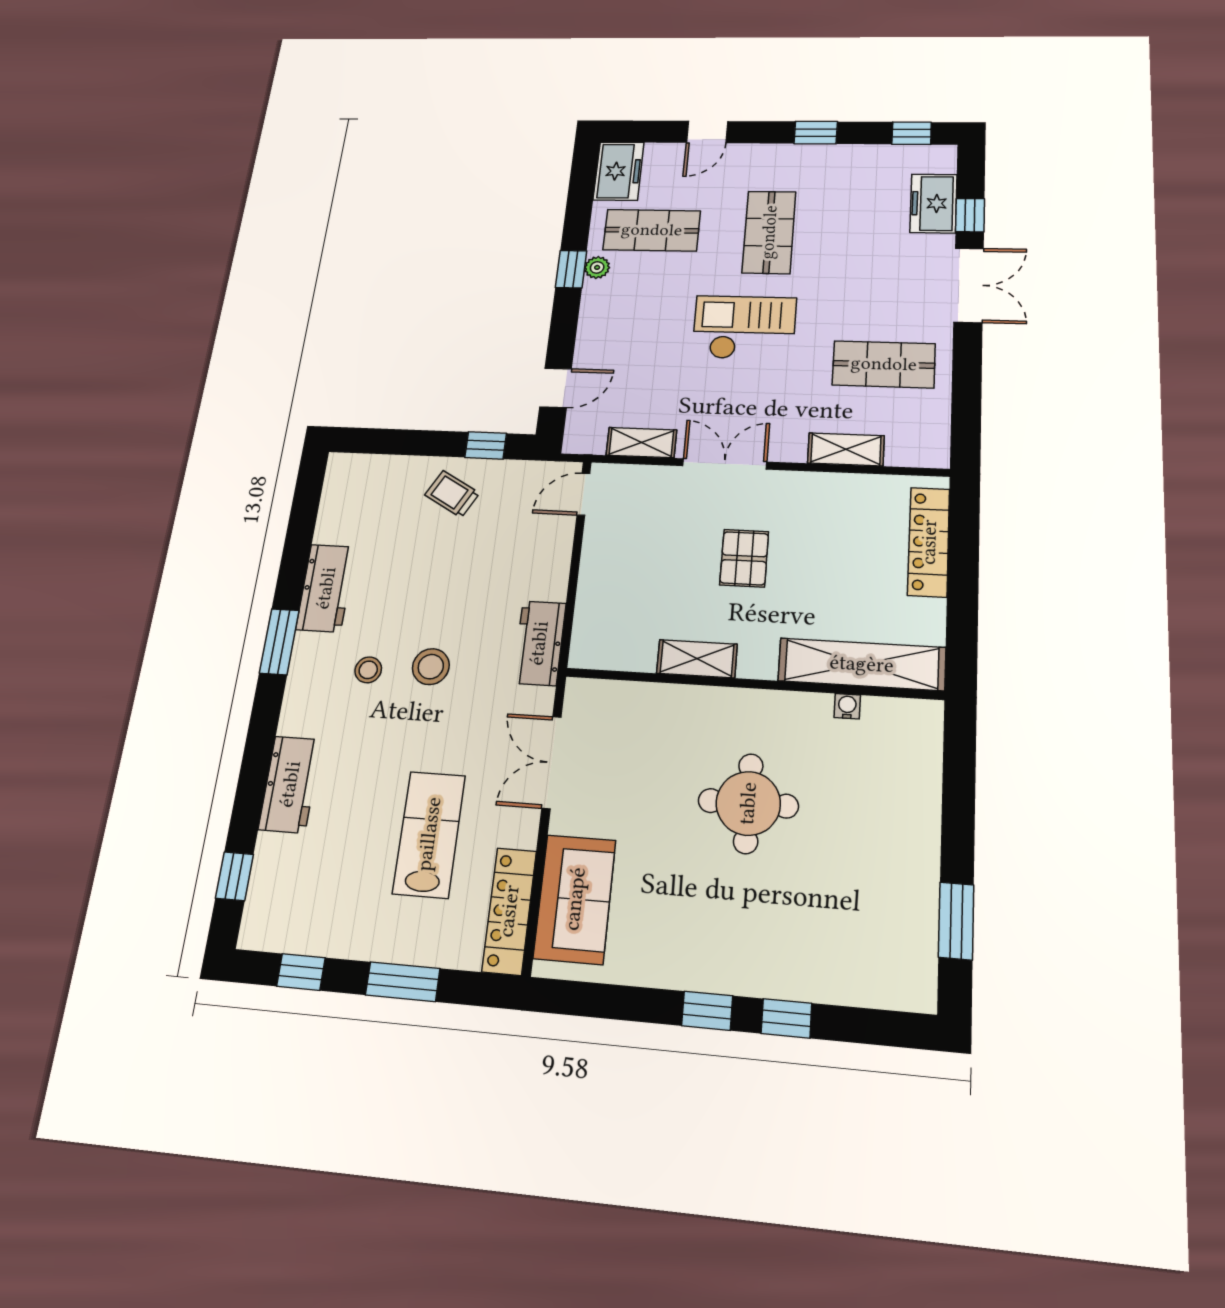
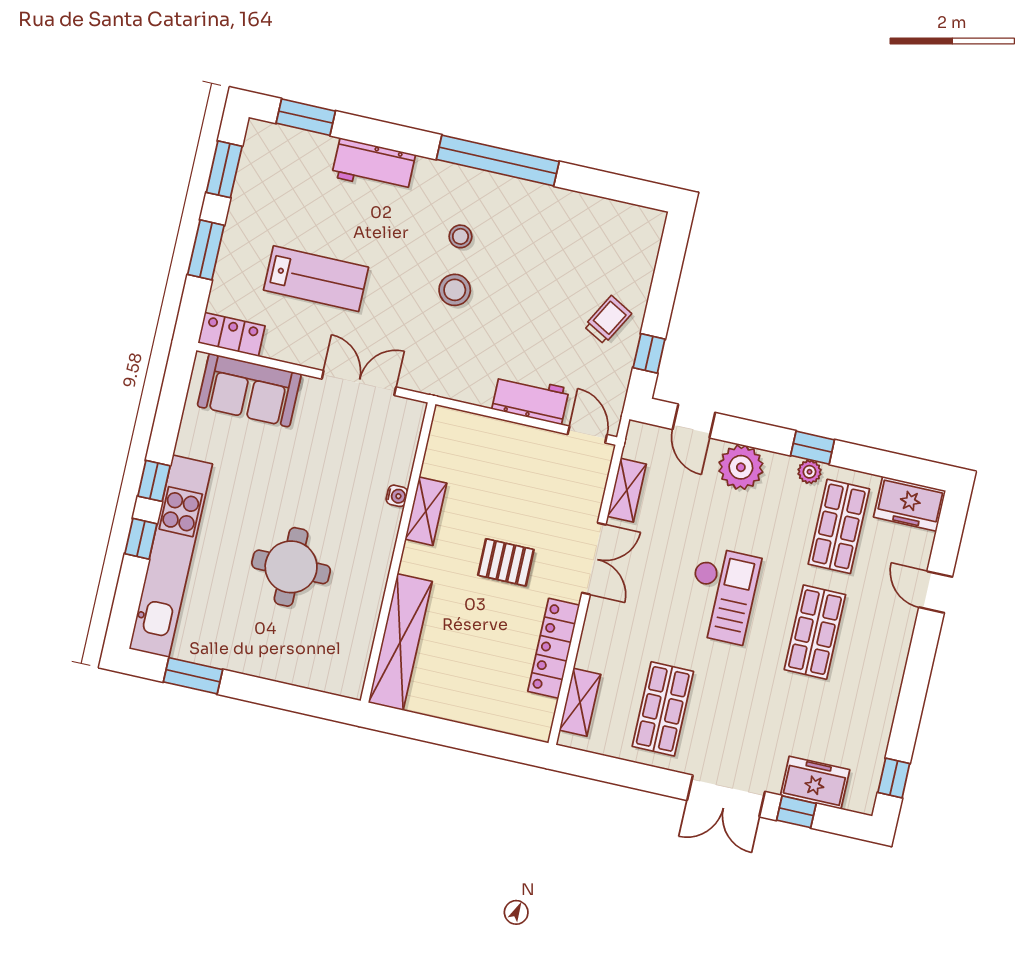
window: (816, 133) -> (913, 692), removed
shop shelf: (769, 232) -> (815, 632), turned 90
plant: (601, 333) -> (741, 467), added
shelving: (846, 449) -> (580, 702), moved
locker: (929, 542) -> (554, 648), moved, turned -90
workbench: (326, 588) -> (540, 203), removed
window: (279, 642) -> (498, 160), width x2.11
workbench: (539, 643) -> (530, 399), moved
water cooler: (847, 706) -> (397, 496), moved
round table: (748, 803) -> (291, 567), moved
window: (234, 876) -> (306, 117), width x1.50
locker: (509, 911) -> (231, 334), width x0.66
window: (301, 972) -> (224, 169), width x1.50
kitchen unit: (803, 974) -> (171, 556), added

